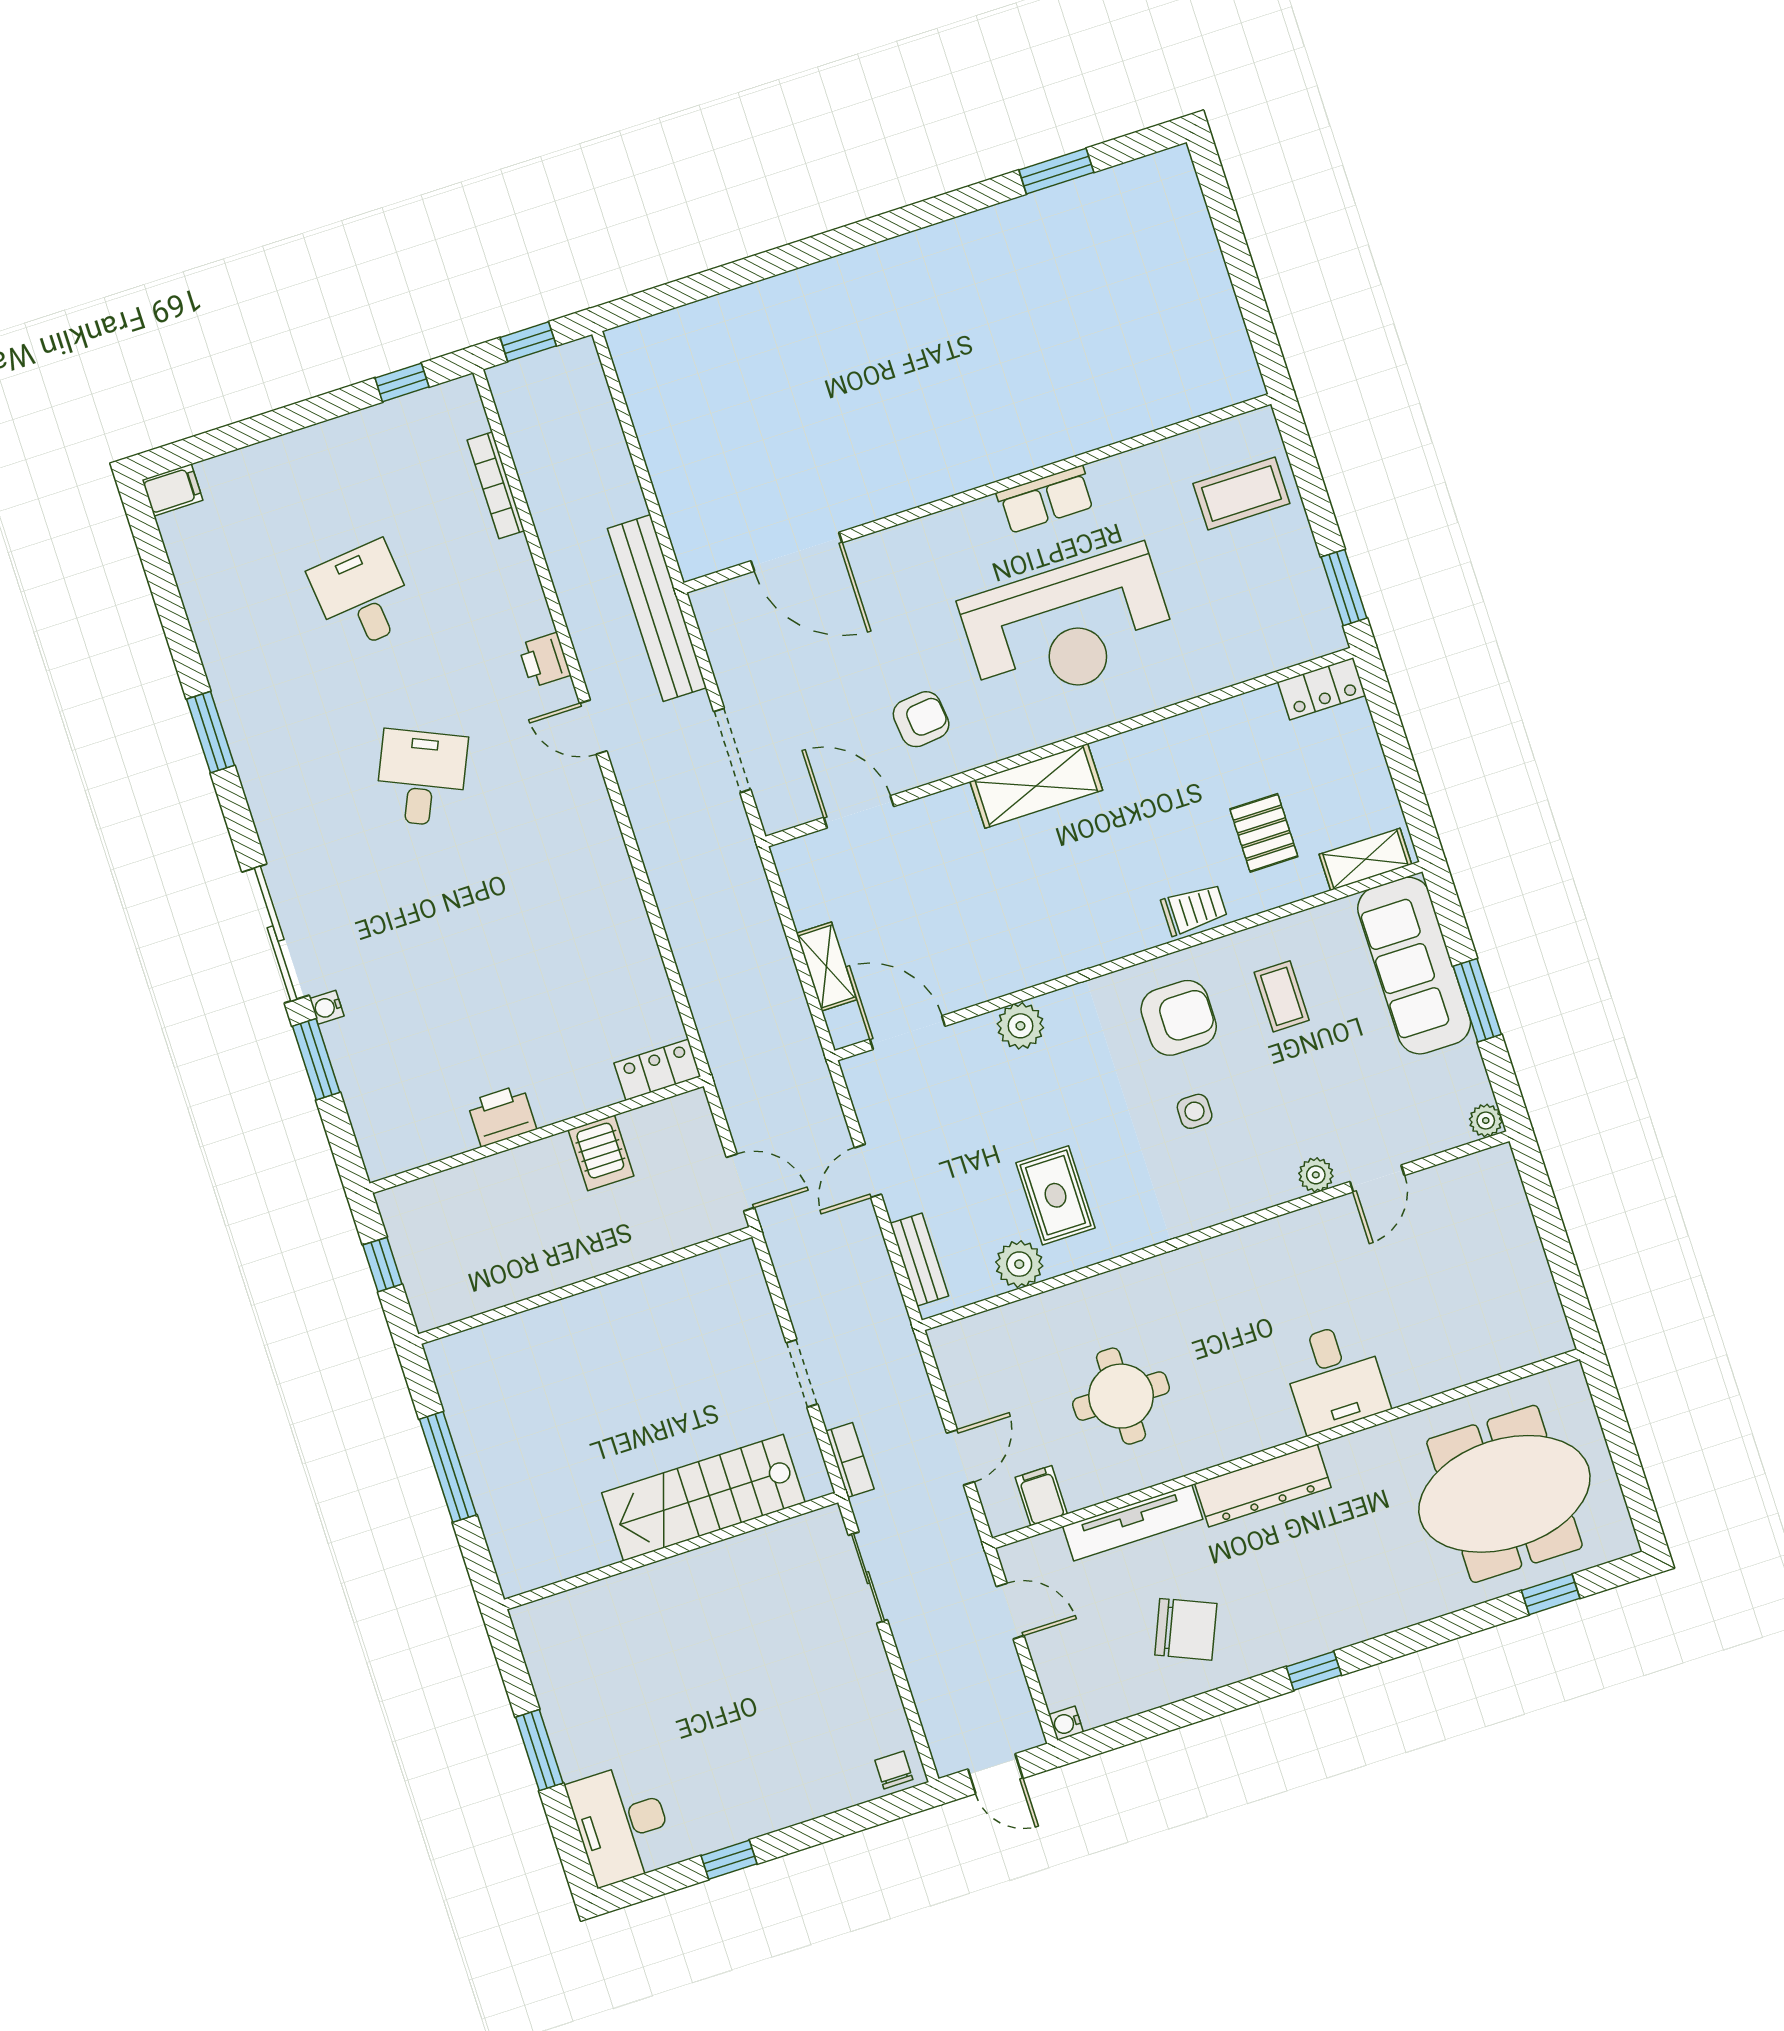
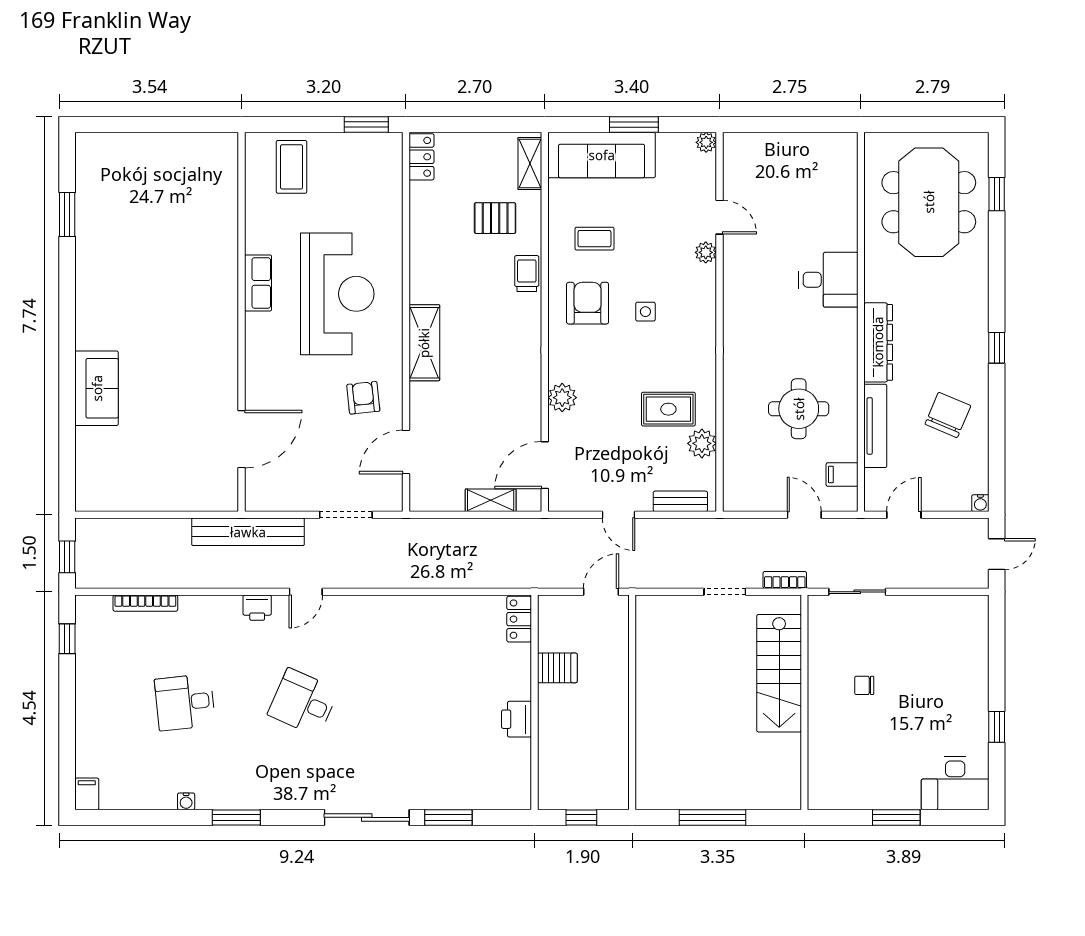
sofa: (803, 303) -> (97, 388), added
water cooler: (327, 1007) -> (186, 801), moved
chair: (894, 1770) -> (864, 685), moved

